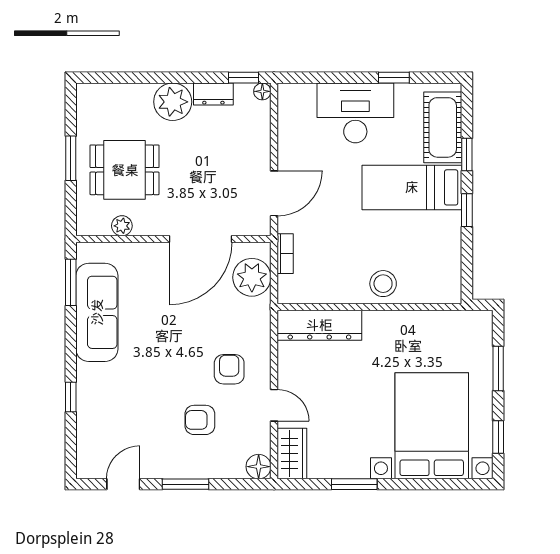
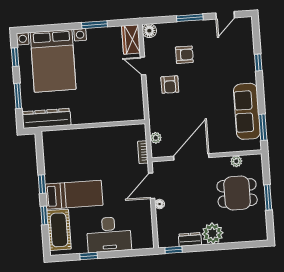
floor lamp: (262, 91) -> (160, 204), moved
plant: (252, 277) -> (156, 138), width x0.53, depth x0.53
stool: (383, 284) -> (86, 139), removed
dresser: (319, 325) -> (46, 118), moved

